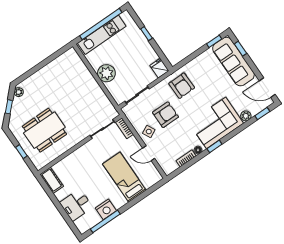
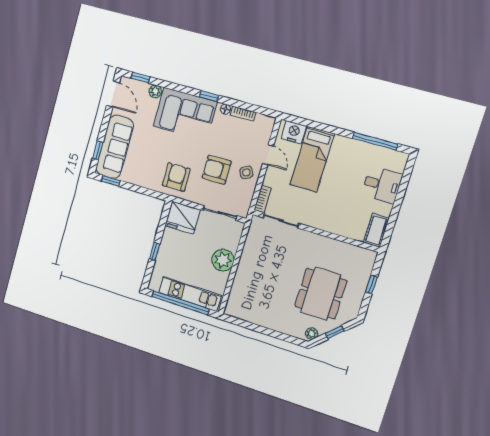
fridge: (159, 68) -> (183, 218), width x1.88, depth x1.34
dining table: (44, 130) -> (321, 294), moved, turned 90
nightstand: (106, 209) -> (294, 132), moved

